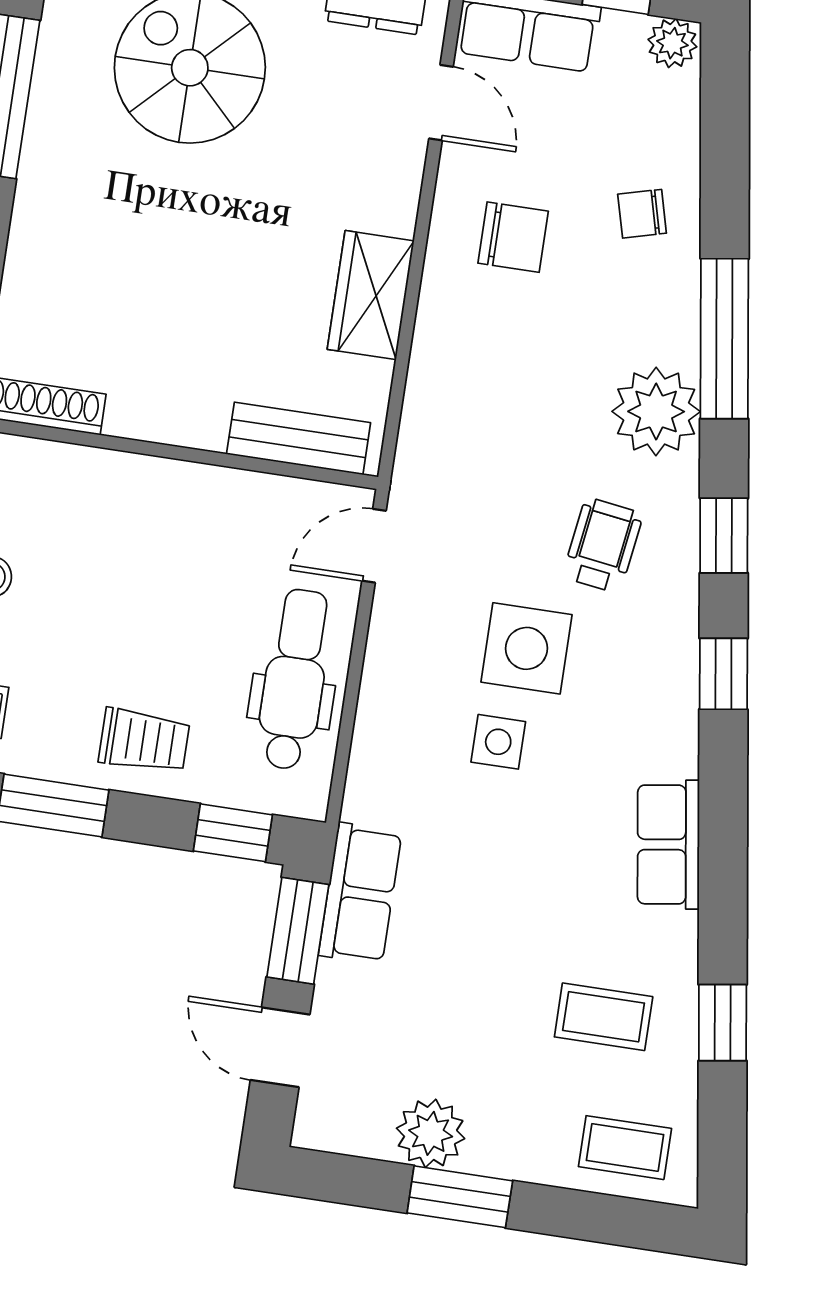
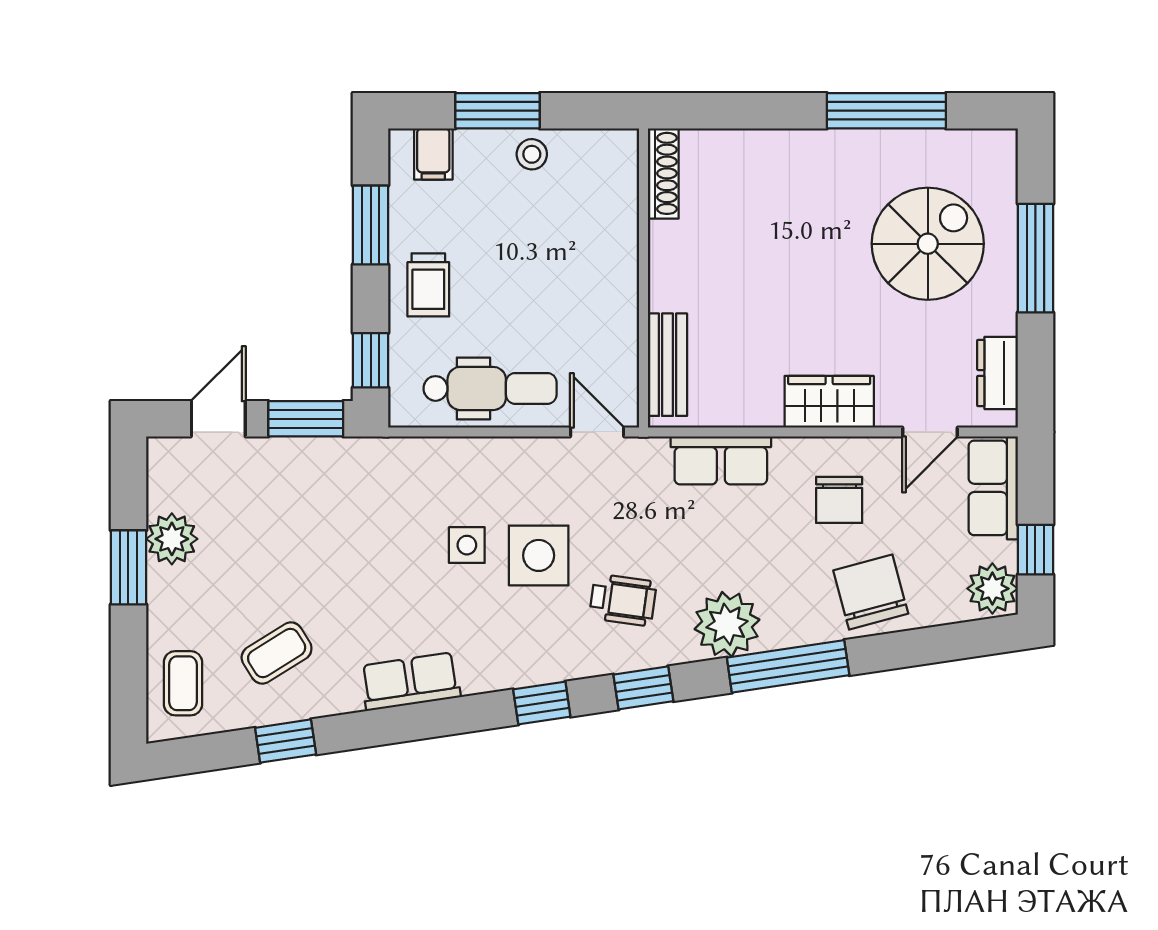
plant: (672, 43) -> (992, 589), width x1.38, depth x1.38
chair: (642, 214) -> (871, 592), width x1.87, depth x1.87
wardrobe: (371, 295) -> (829, 402), moved
row of seats: (360, 893) -> (721, 460), moved
coffee table: (604, 1017) -> (277, 653), turned 58

